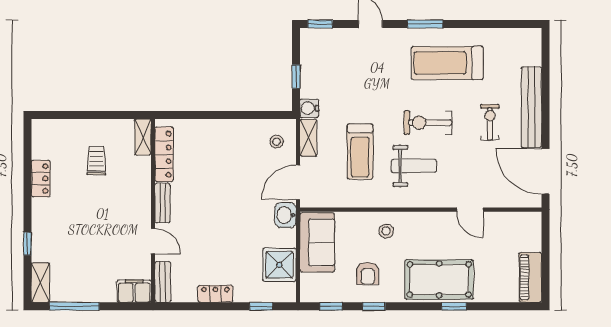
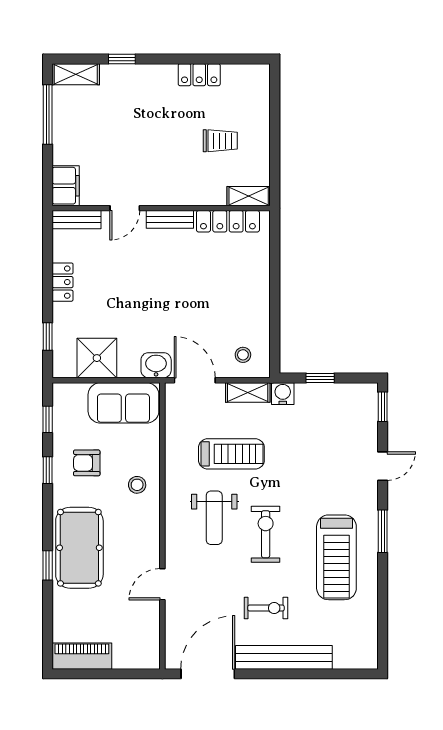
treadmill: (447, 63) -> (336, 557), turned 180
treadmill: (360, 151) -> (231, 454), turned 180

